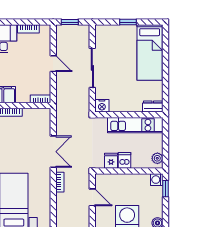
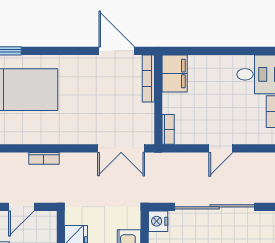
sliding door: (92, 68) -> (215, 207), width x1.36
double door: (53, 152) -> (121, 148), moved

